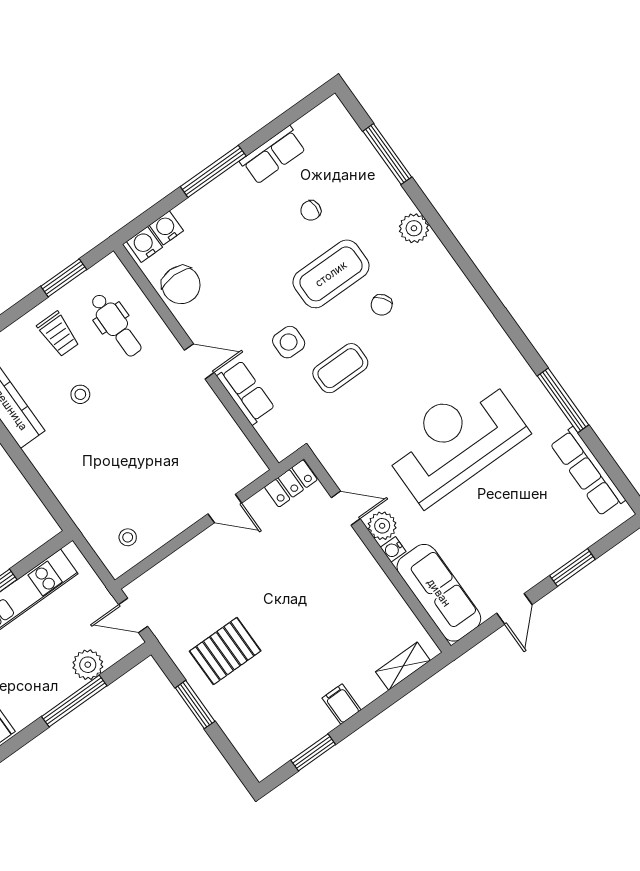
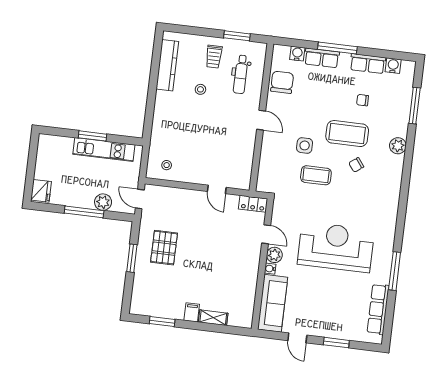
water cooler: (144, 244) -> (393, 66), moved
chair: (181, 285) -> (282, 82), turned 180
row of seats: (246, 392) -> (322, 58), moved, turned 90
door: (514, 609) -> (297, 338), hinge flipped
pallet: (225, 651) -> (164, 248), turned 90
shelving: (403, 666) -> (213, 318), moved

